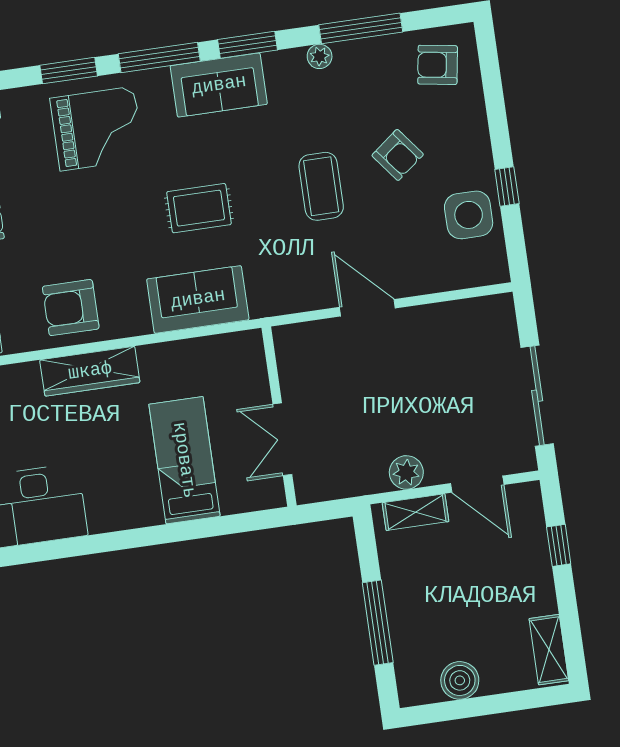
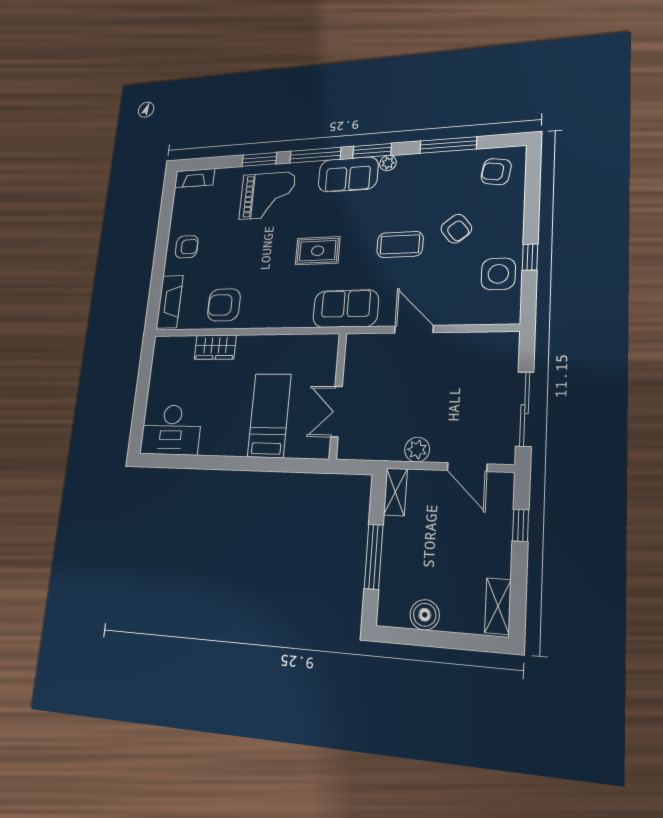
plant: (320, 56) -> (388, 163), moved
coffee table: (321, 186) -> (400, 244), turned 90
sofa: (198, 299) -> (346, 309), moved
wardrobe: (90, 371) -> (215, 347), width x0.67
shelving: (415, 512) -> (395, 492), moved, turned 90

